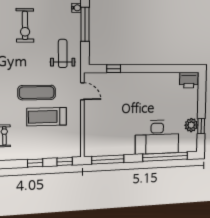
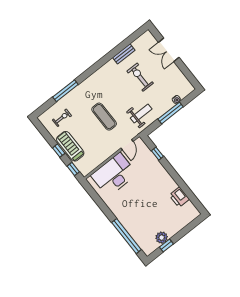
exercise bike: (25, 25) -> (140, 77), turned 90
printer: (189, 80) -> (179, 197), moved
treadmill: (47, 117) -> (70, 146), moved
desk: (157, 137) -> (114, 175), moved, turned 90
window: (108, 159) -> (96, 197), removed

